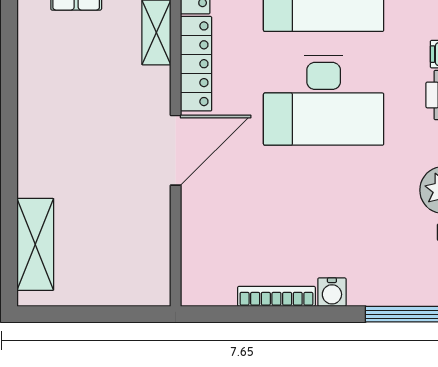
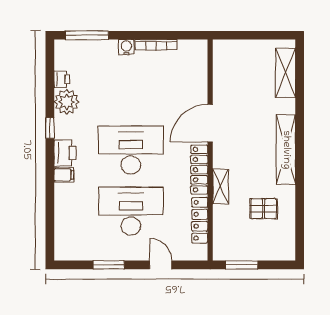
shelving: (35, 101) -> (286, 150), added

